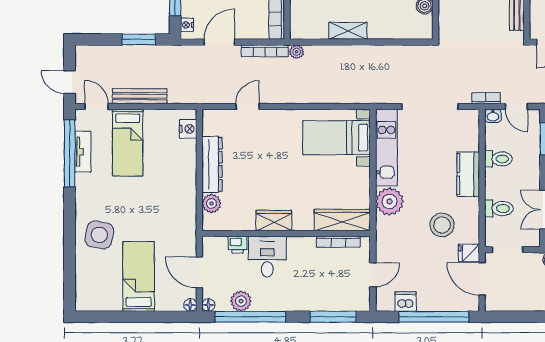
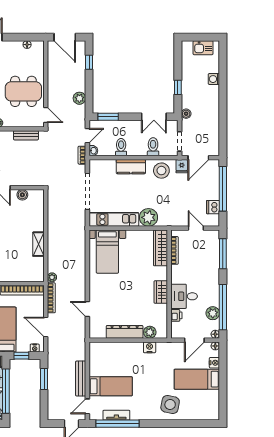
nightstand: (188, 129) -> (150, 347), moved
stool: (442, 225) -> (161, 171), moved
nightstand: (164, 304) -> (214, 363), added

